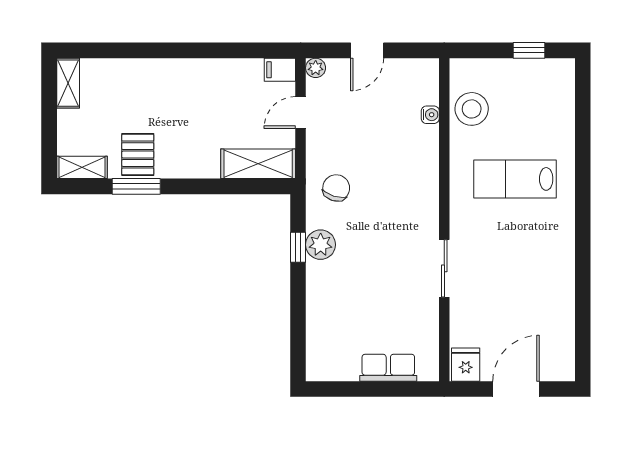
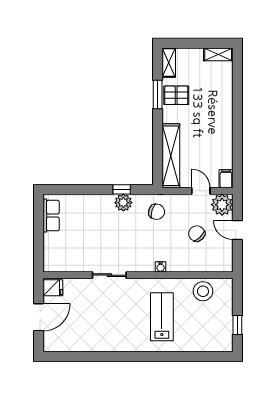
plant: (316, 68) -> (222, 205), width x1.87, depth x1.87
water cooler: (430, 115) -> (161, 267), moved
chair: (373, 120) -> (197, 234), added
shelving: (258, 164) -> (171, 156), width x1.47
row of seats: (388, 368) -> (51, 216), moved
door: (516, 389) -> (39, 317), hinge flipped

